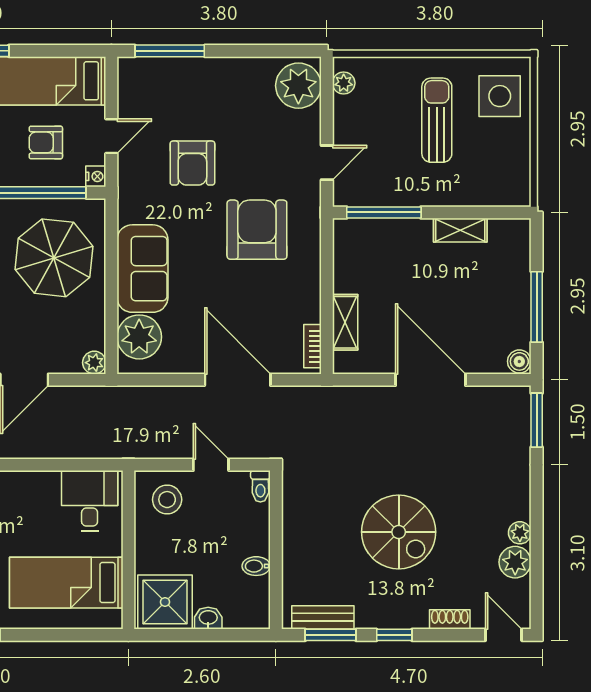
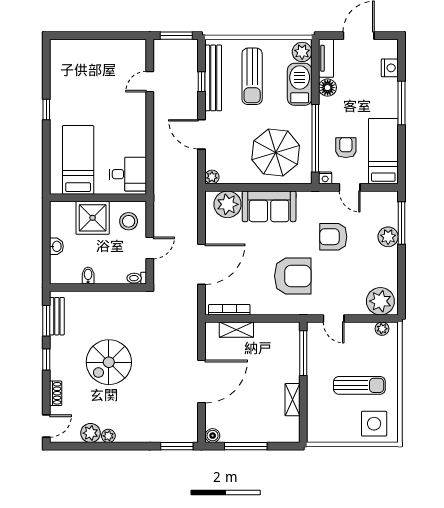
plant: (193, 73) -> (388, 237), added
bookcase: (312, 346) -> (229, 310), width x1.56
shower: (165, 602) -> (93, 218), moved

